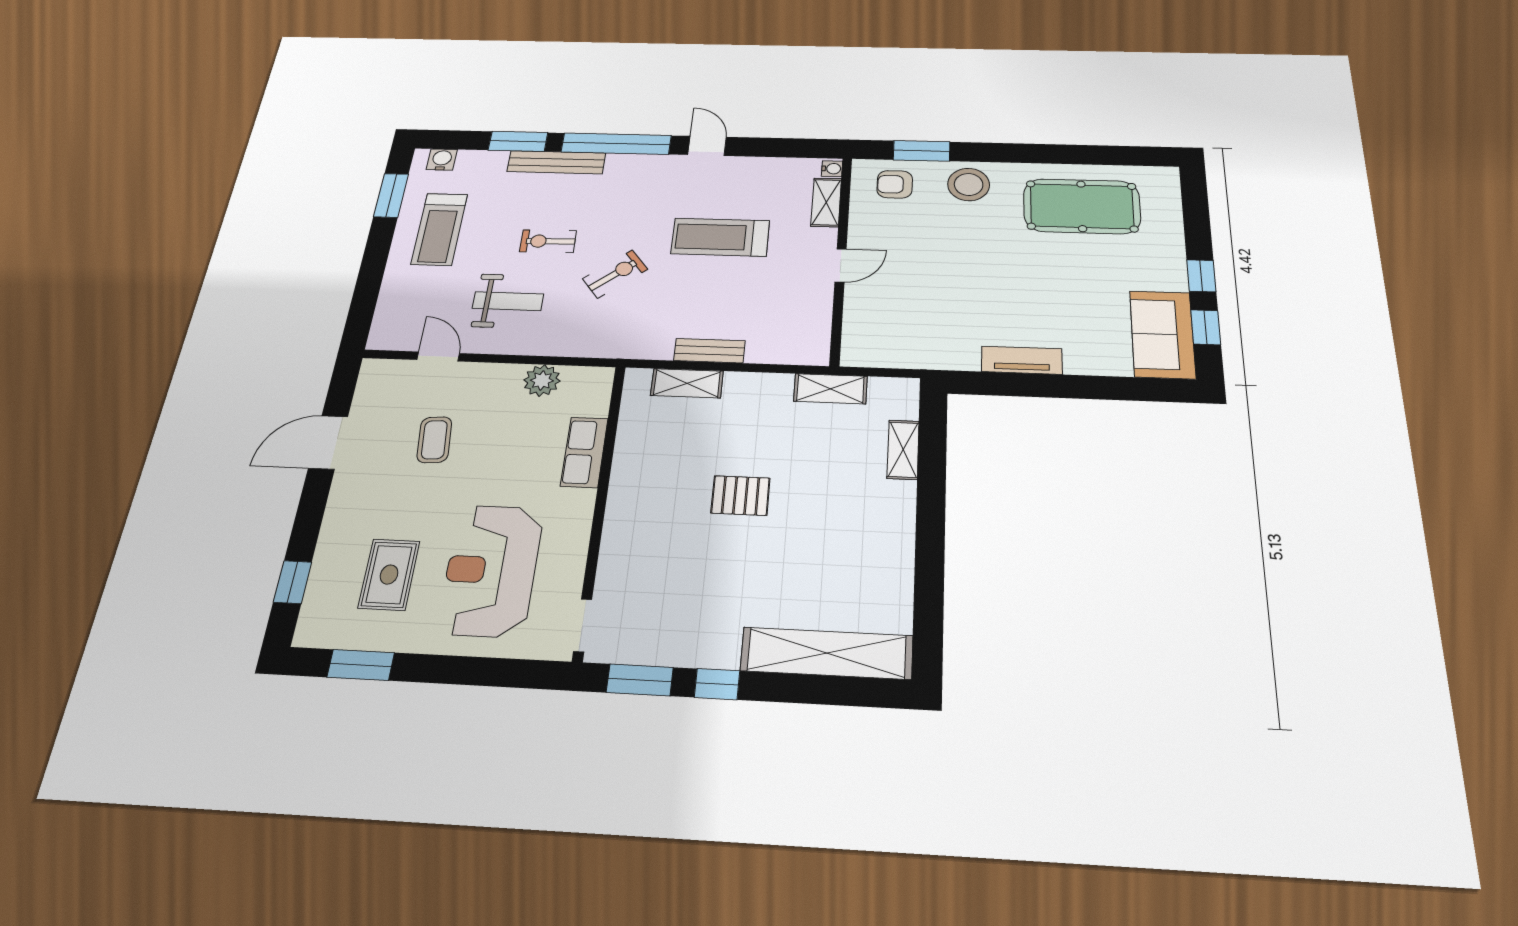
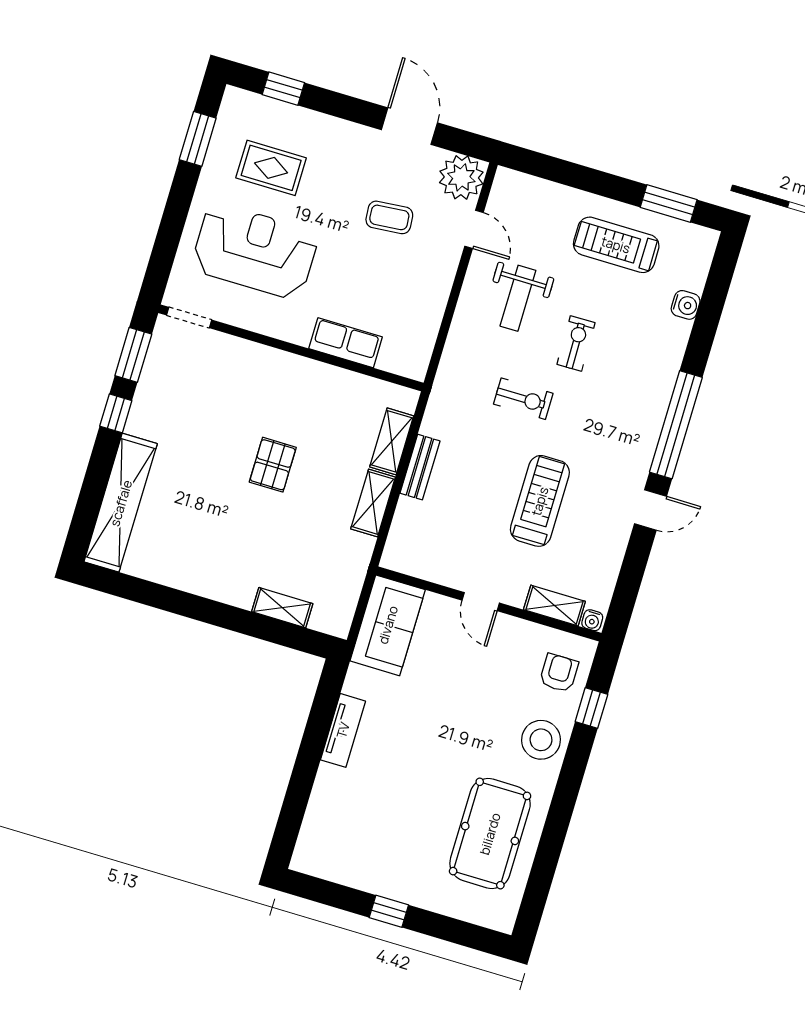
window: (518, 141) -> (704, 332), removed
window: (922, 151) -> (591, 708), width x0.67
water cooler: (442, 160) -> (686, 305), moved
bench: (556, 162) -> (668, 364), removed
exercise bike: (615, 274) -> (523, 399), turned -51
window: (1206, 327) -> (336, 896), removed
sofa: (1162, 334) -> (388, 625), moved, turned 90
door: (438, 357) -> (474, 229), hinge flipped
plant: (542, 380) -> (461, 177), moved, width x1.36, depth x1.36
shelving: (830, 389) -> (373, 503), moved

